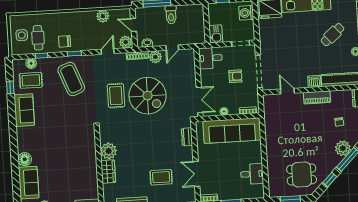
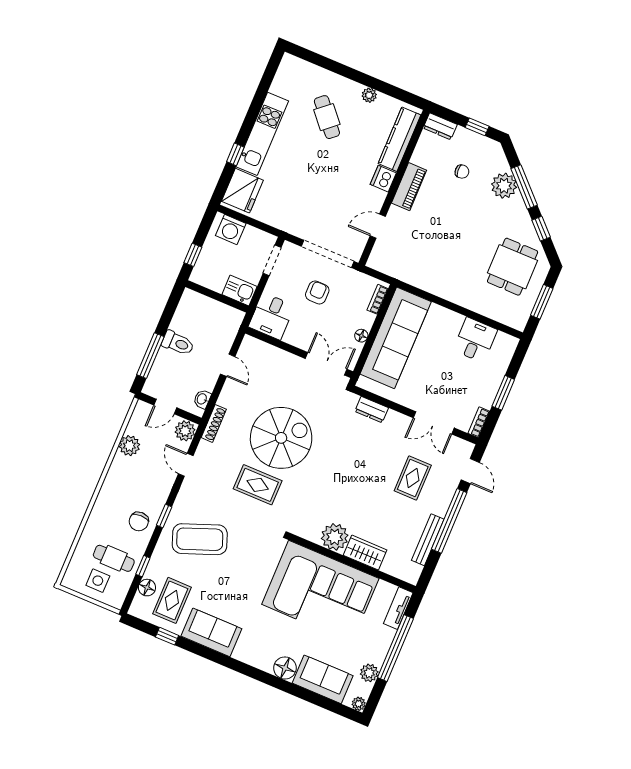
plant: (155, 57) -> (229, 398), removed
corner sofa: (75, 158) -> (320, 591), added

